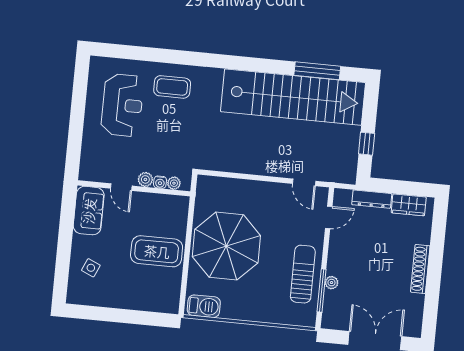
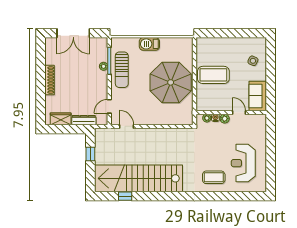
window: (317, 71) -> (125, 196), width x0.46
barbecue: (204, 306) -> (149, 44), moved

